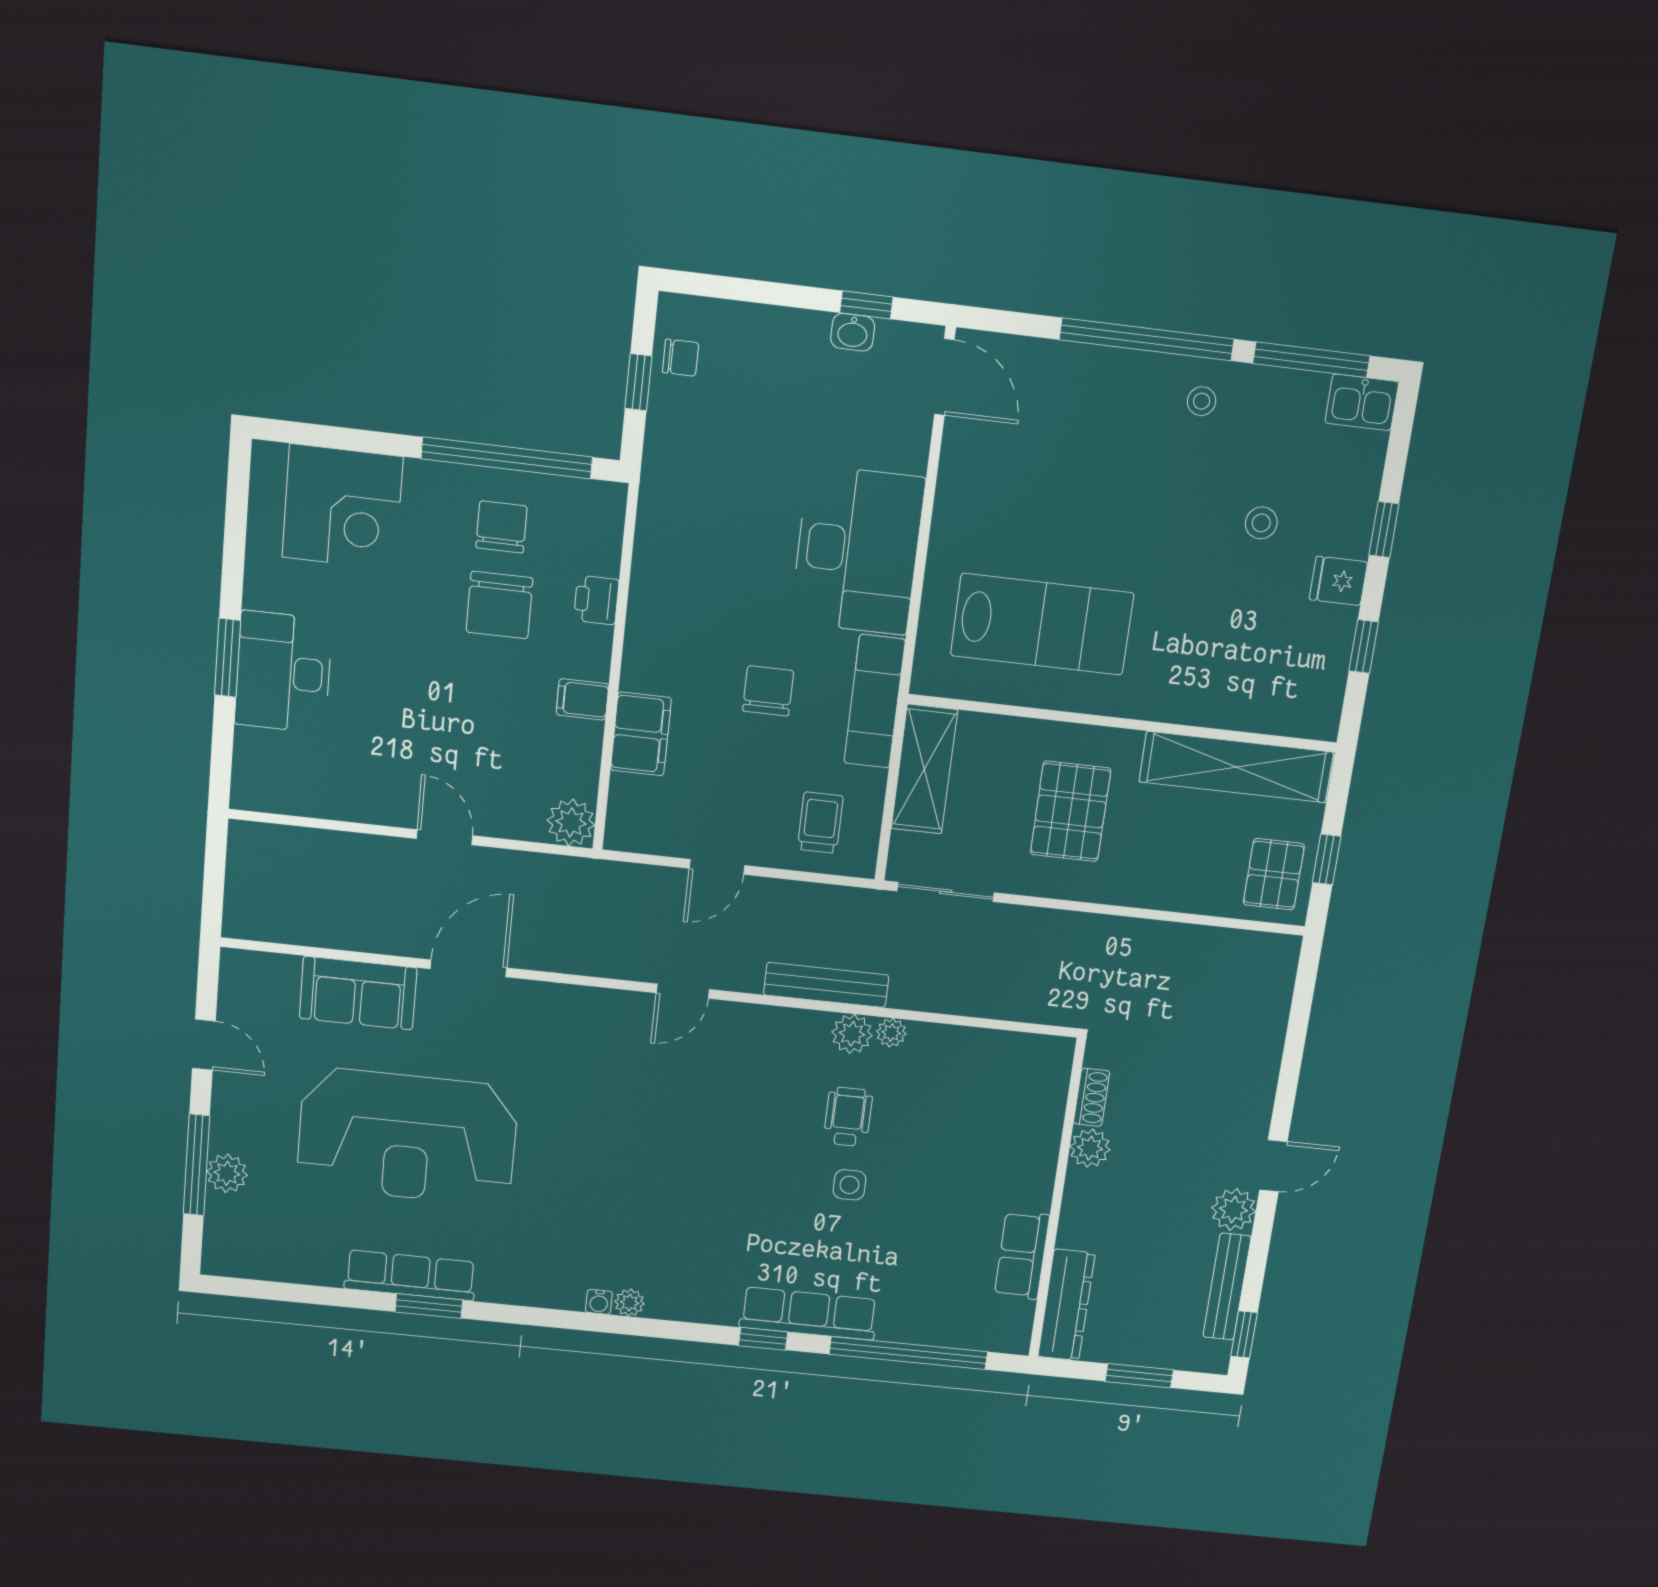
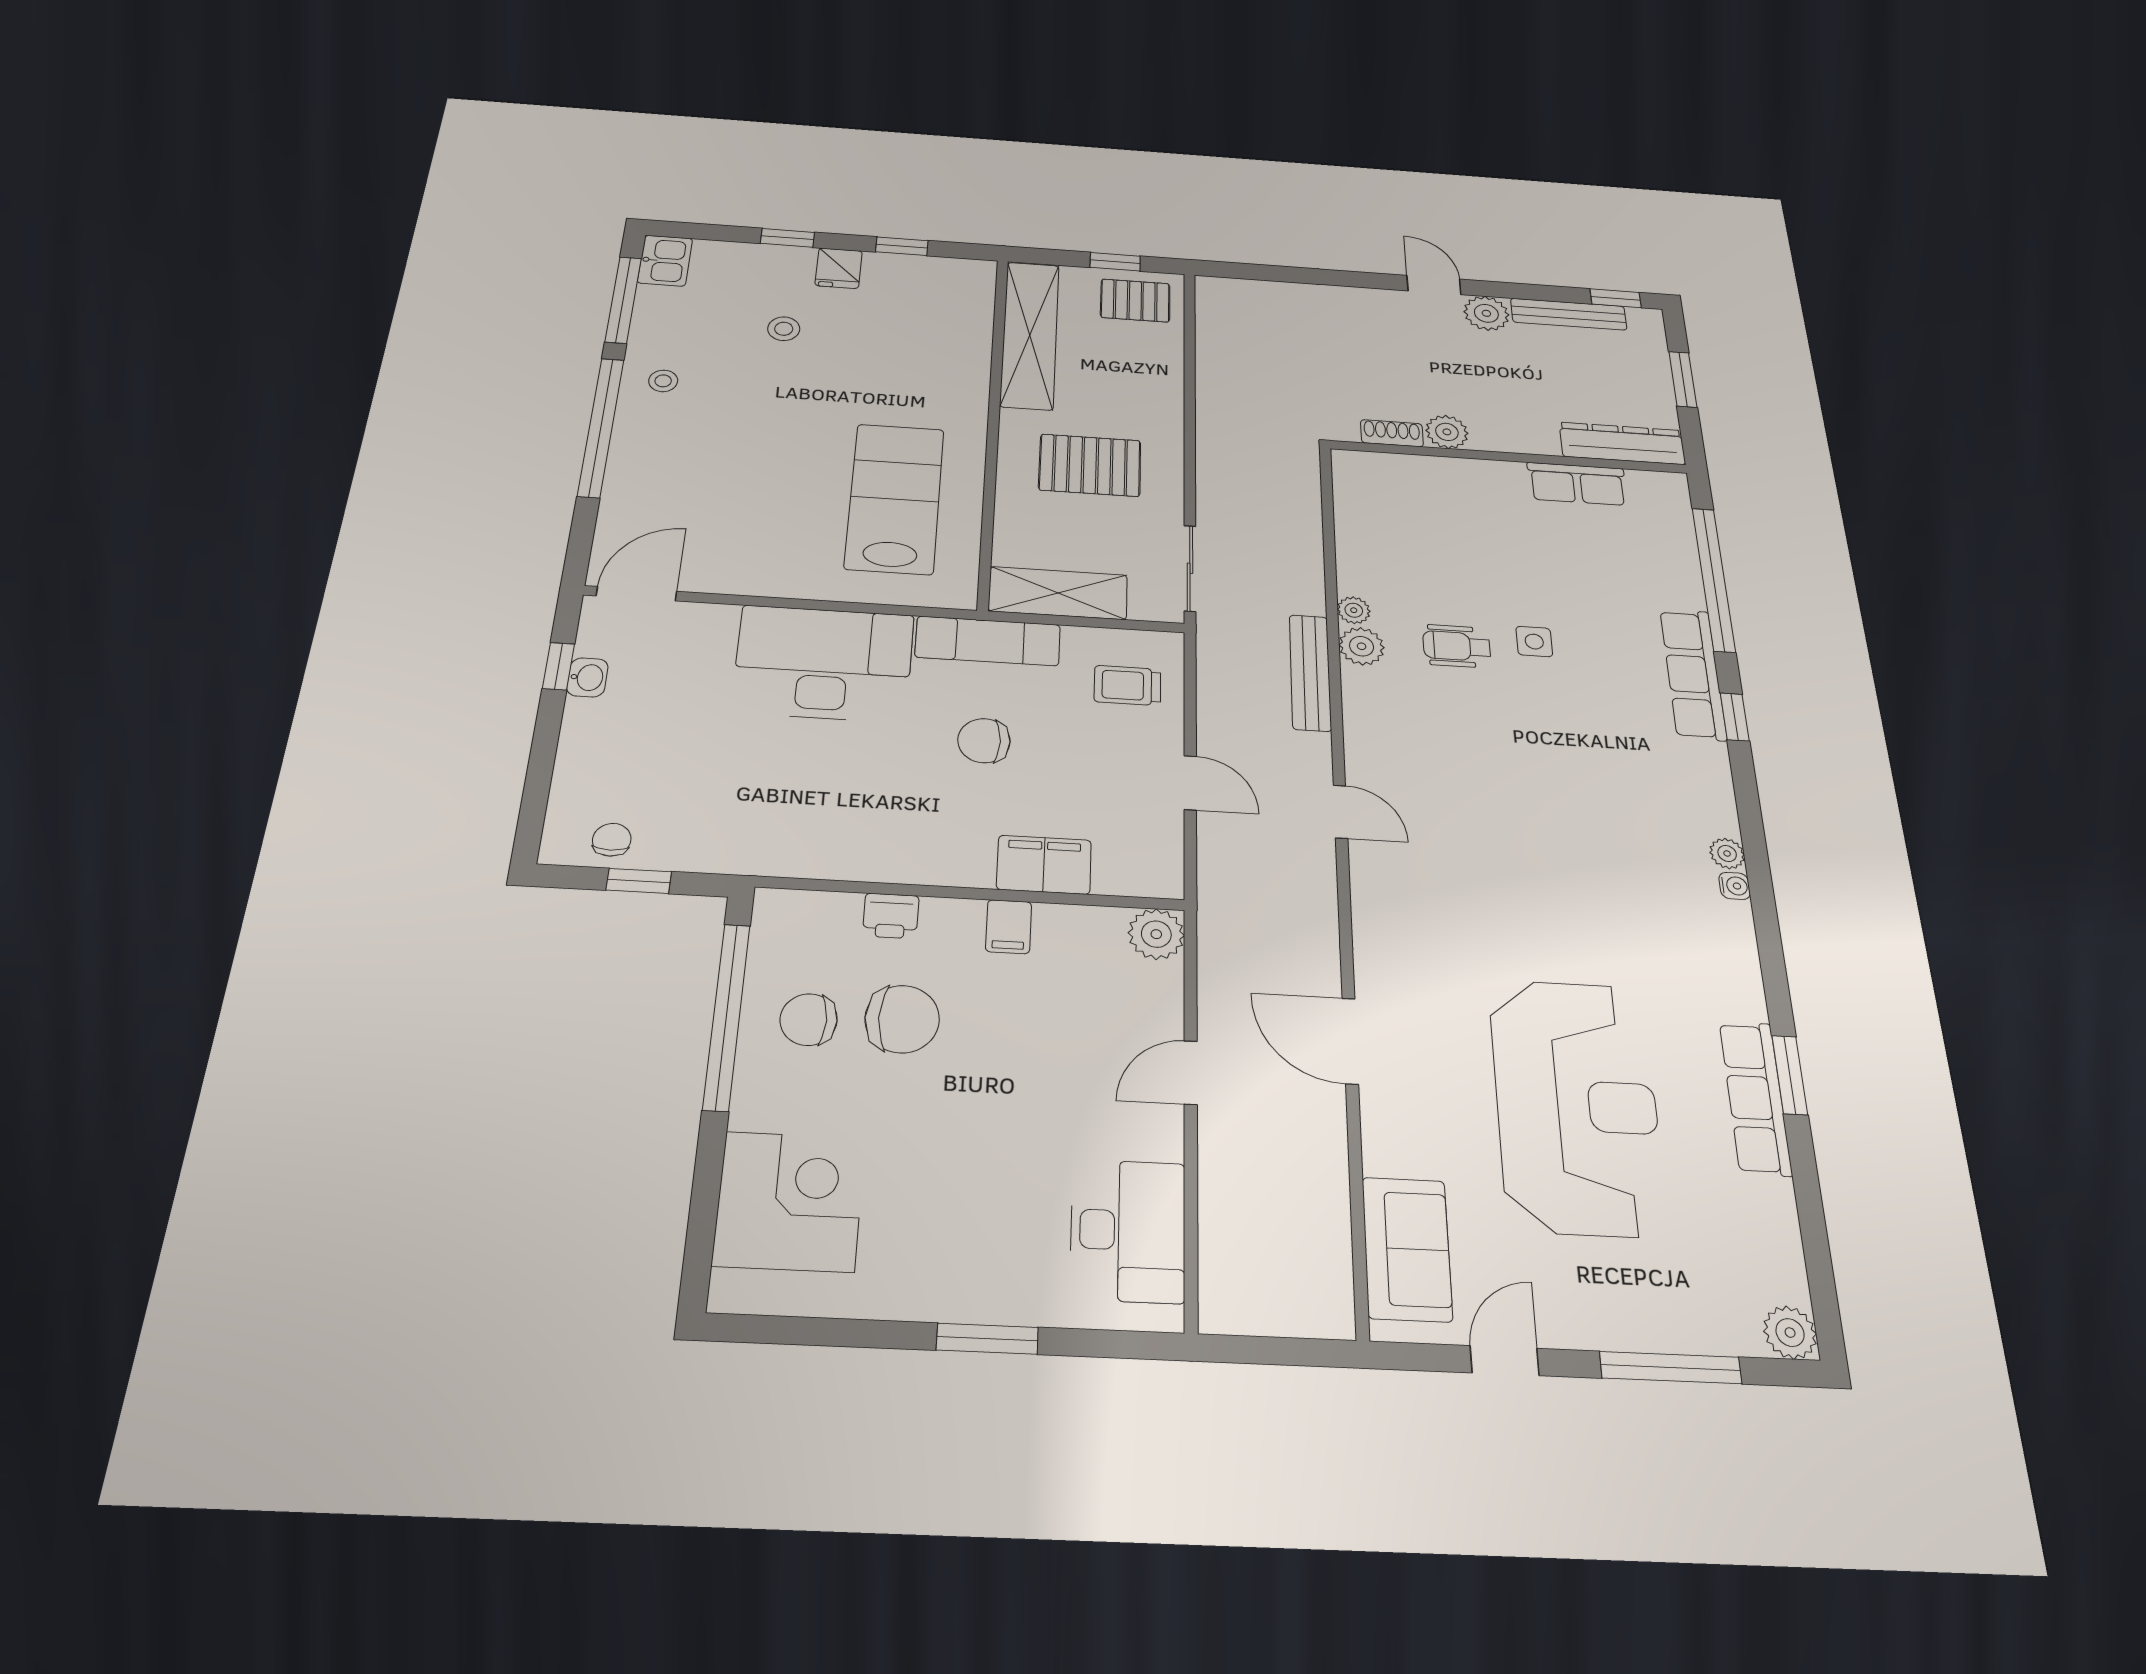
desk: (283, 672) -> (1128, 1231), moved, turned -90
sofa: (358, 993) -> (1407, 1249), moved
plant: (227, 1173) -> (1790, 1333), moved

